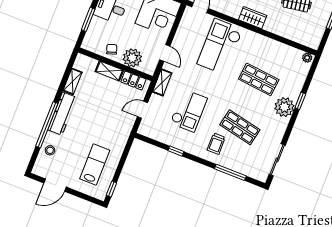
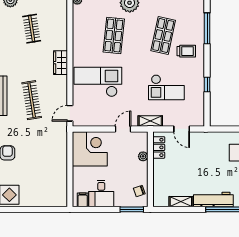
window: (88, 19) -> (132, 209), moved
checkout: (220, 46) -> (98, 82), turned 180
chair: (112, 49) -> (139, 191), moved
plant: (132, 58) -> (143, 156), width x0.53, depth x0.53
shelving: (109, 71) -> (159, 172), removed
checkout: (189, 111) -> (166, 87), turned 180

